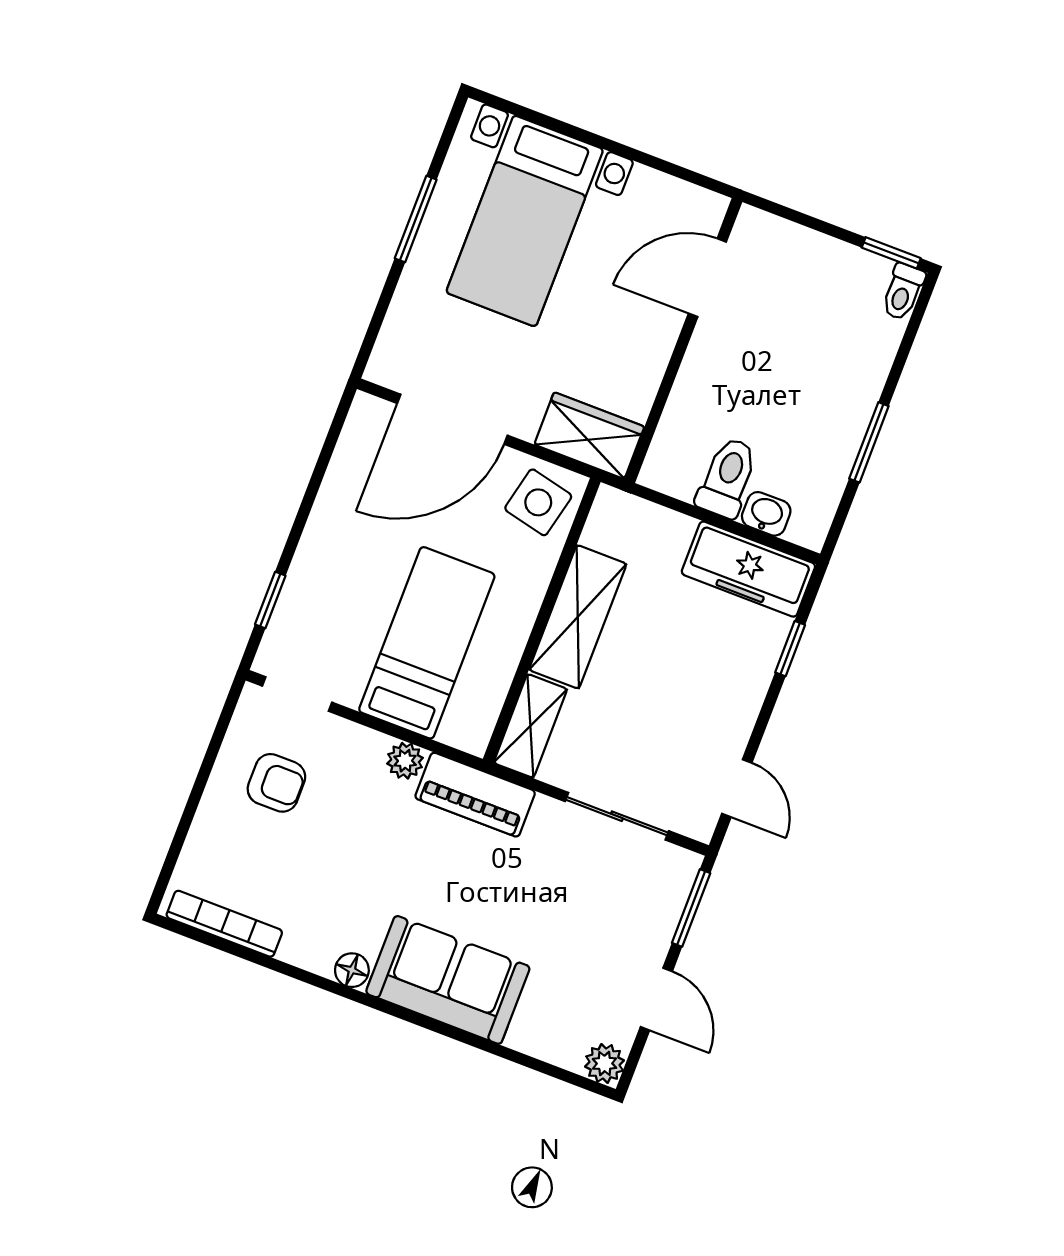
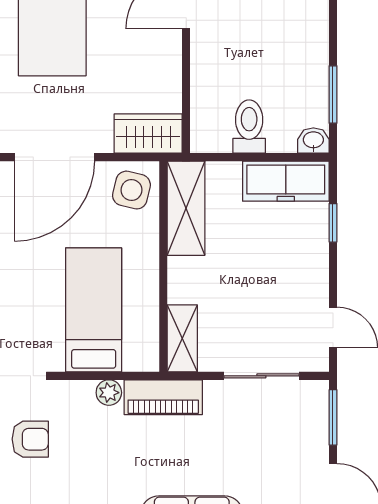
window: (869, 442) -> (333, 94), moved
washbasin: (766, 514) -> (313, 141), moved
shelving: (578, 617) -> (186, 208), moved

